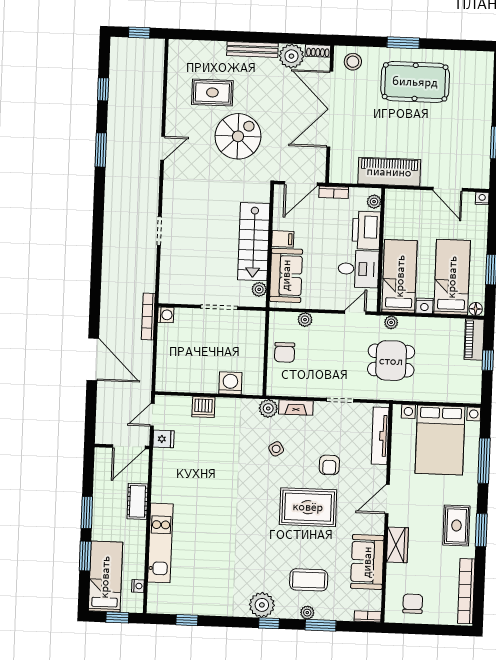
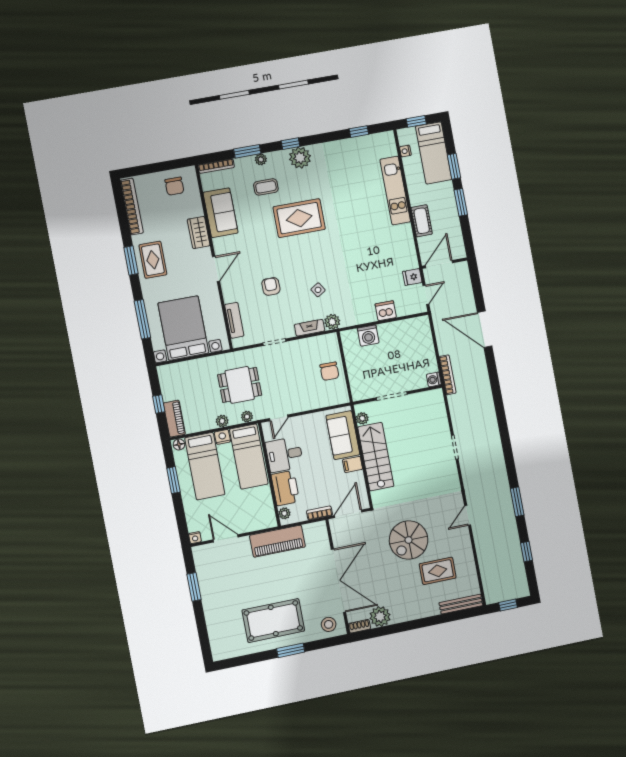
bench: (252, 49) -> (461, 604), moved
plant: (305, 320) -> (222, 421), moved
chair: (285, 352) -> (329, 371), turned 180
tv unit: (380, 436) -> (234, 320), width x0.71
rug: (308, 507) -> (299, 218), moved
coffee table: (309, 580) -> (266, 187), width x0.73, depth x0.77
bookcase: (368, 616) -> (216, 166), width x1.56

